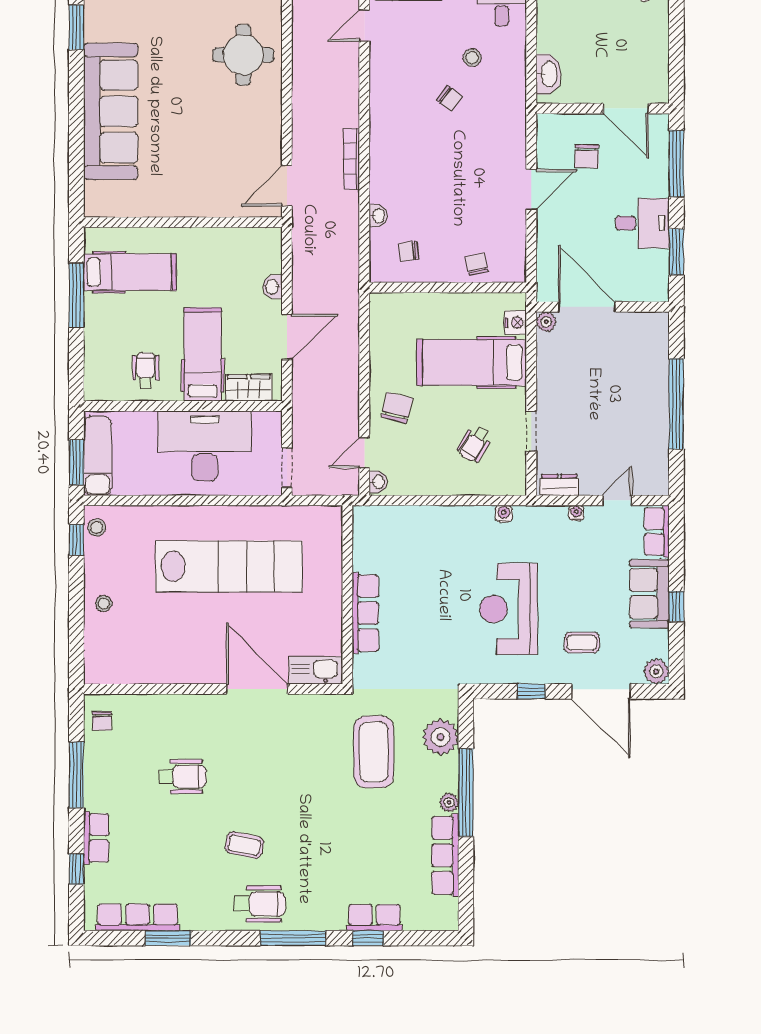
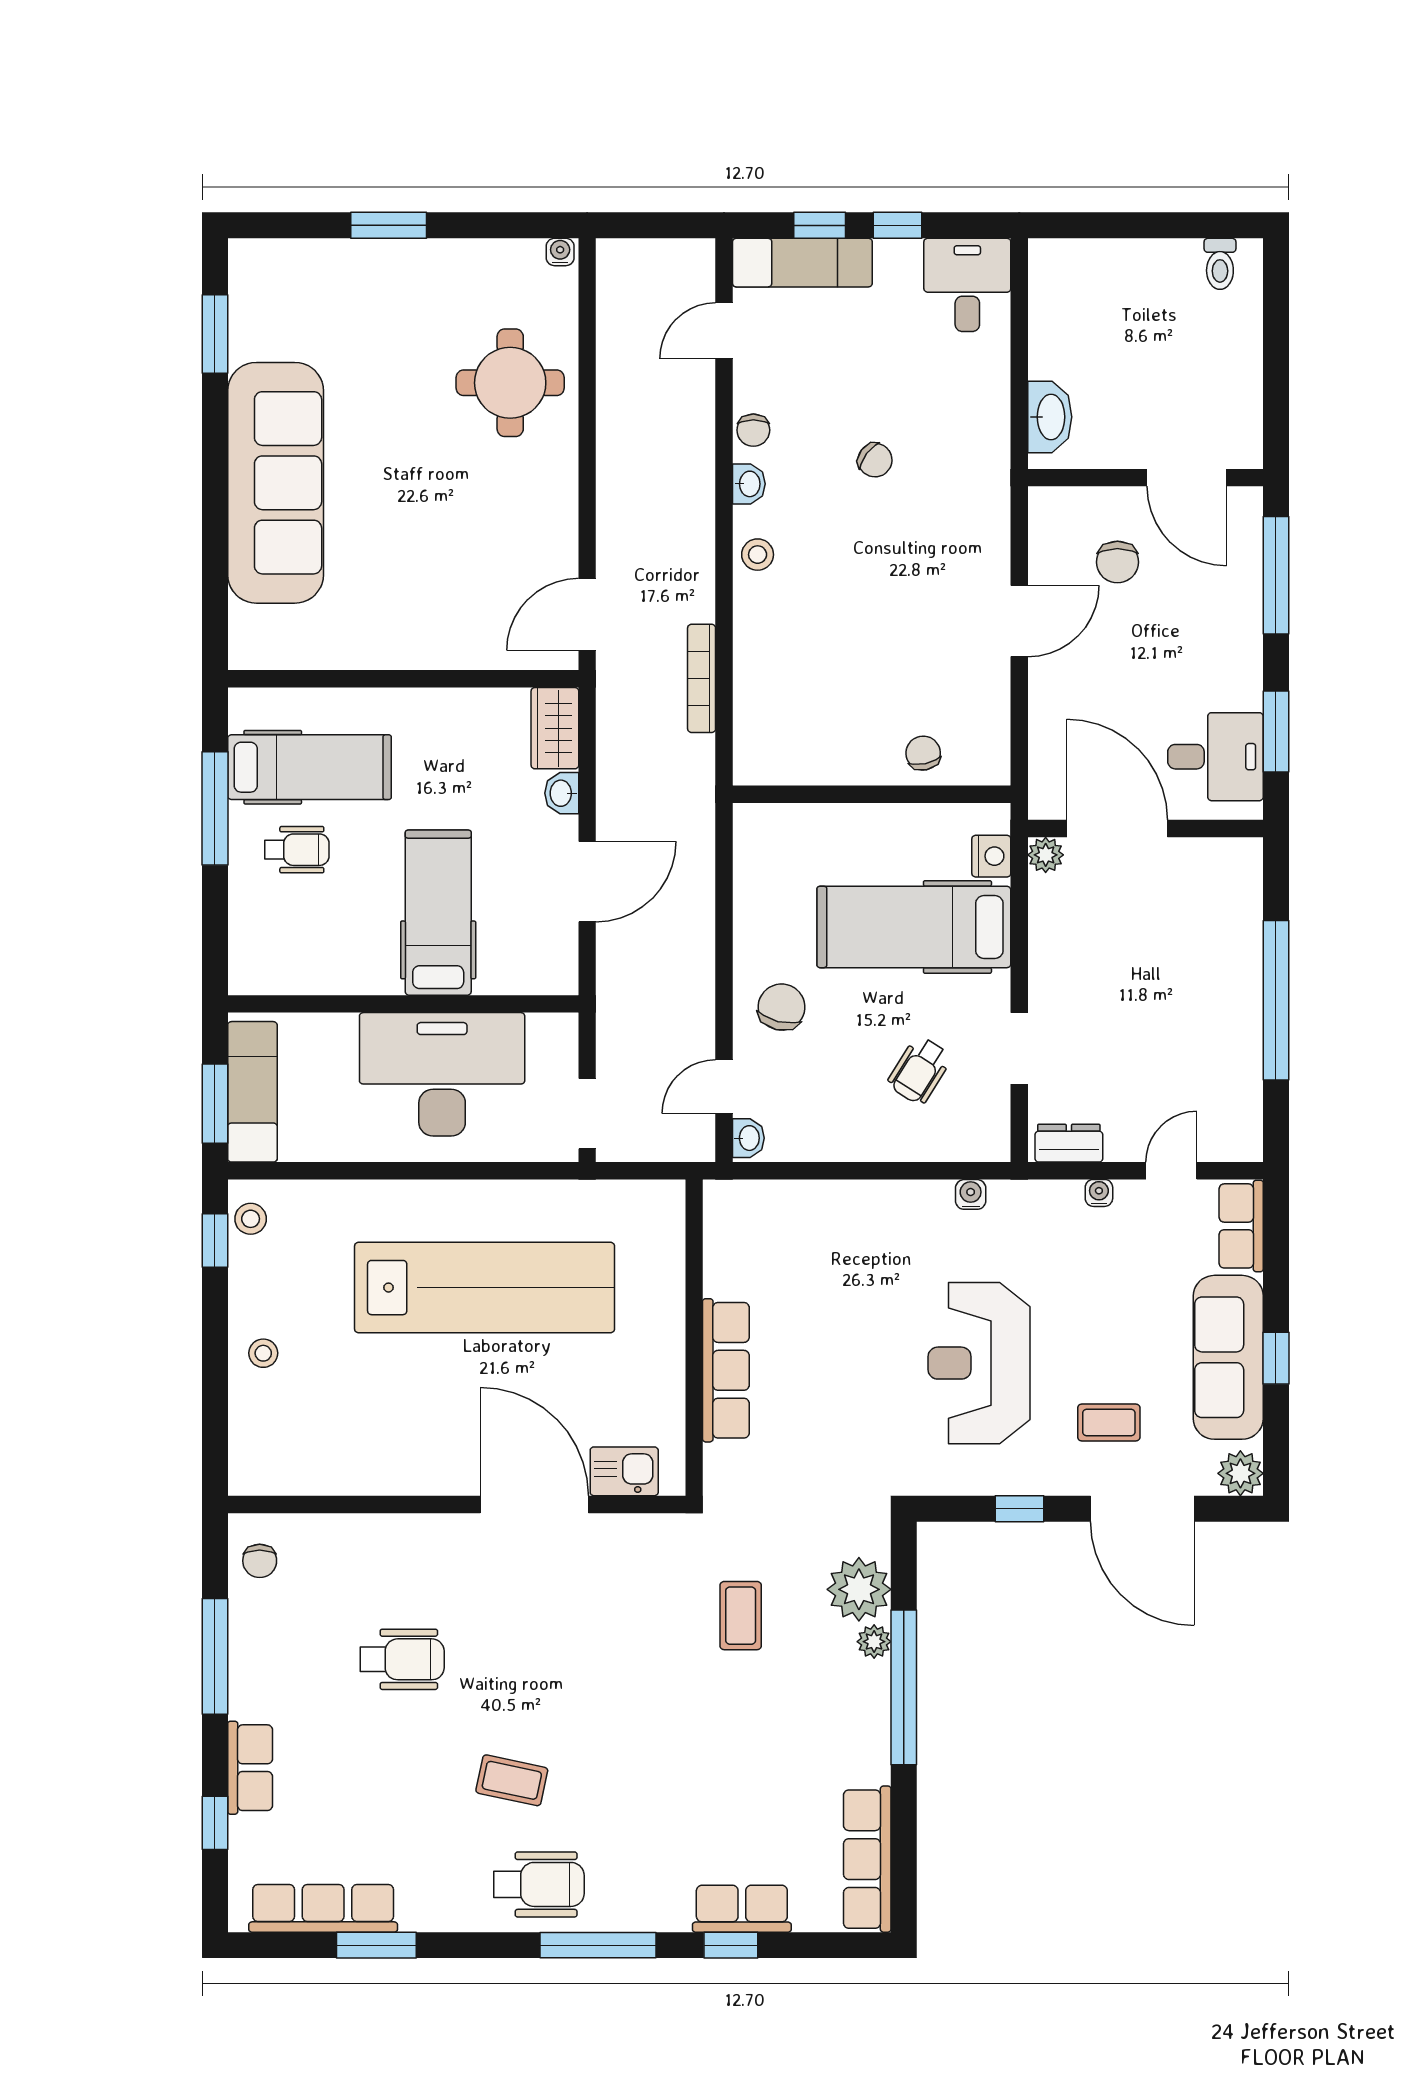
stool: (472, 58) -> (758, 555), moved
bookcase: (352, 159) -> (702, 678), moved
washbasin: (378, 216) -> (749, 484), moved
desk: (642, 223) -> (1215, 757), moved
chair: (409, 251) -> (753, 430), moved, turned -83
wheelchair: (146, 371) -> (297, 850), moved, turned 90
wardrobe: (249, 388) -> (555, 728), moved, turned -90
sofa: (649, 594) -> (1228, 1357), width x1.36
kitchen sink: (315, 670) -> (624, 1471), width x0.73
coffee table: (374, 752) -> (741, 1616), width x0.54, depth x0.58
plant: (449, 802) -> (874, 1642), moved
row of seats: (445, 855) -> (867, 1859), moved

